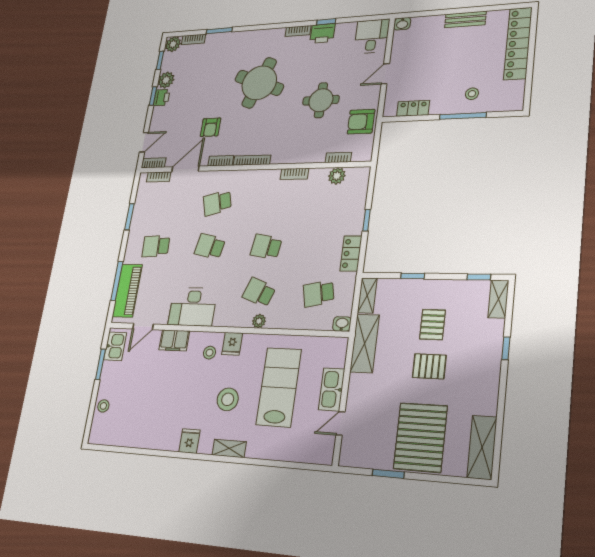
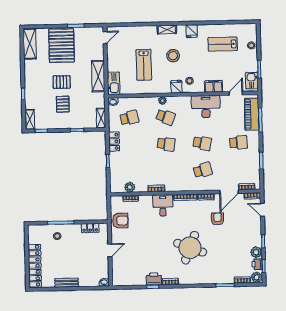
desk: (372, 36) -> (163, 205), moved, turned 180
printer: (162, 98) -> (257, 264), moved
round table: (321, 100) -> (147, 235), removed
door: (144, 142) -> (262, 210), hinge flipped
shelving: (365, 343) -> (98, 76), moved
lab bench: (279, 387) -> (144, 65), width x0.73, depth x0.72
kitchen sink: (332, 389) -> (114, 83), moved
lab bench: (146, 412) -> (223, 44), added
door: (341, 423) -> (105, 37), moved

